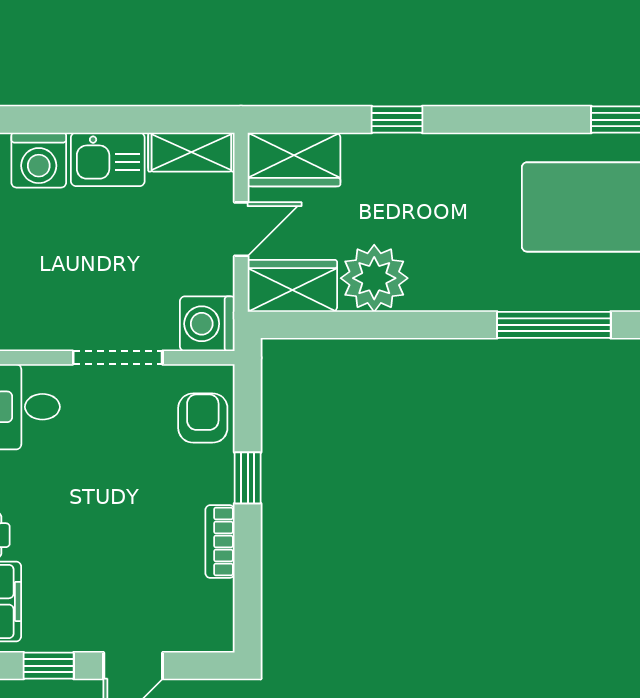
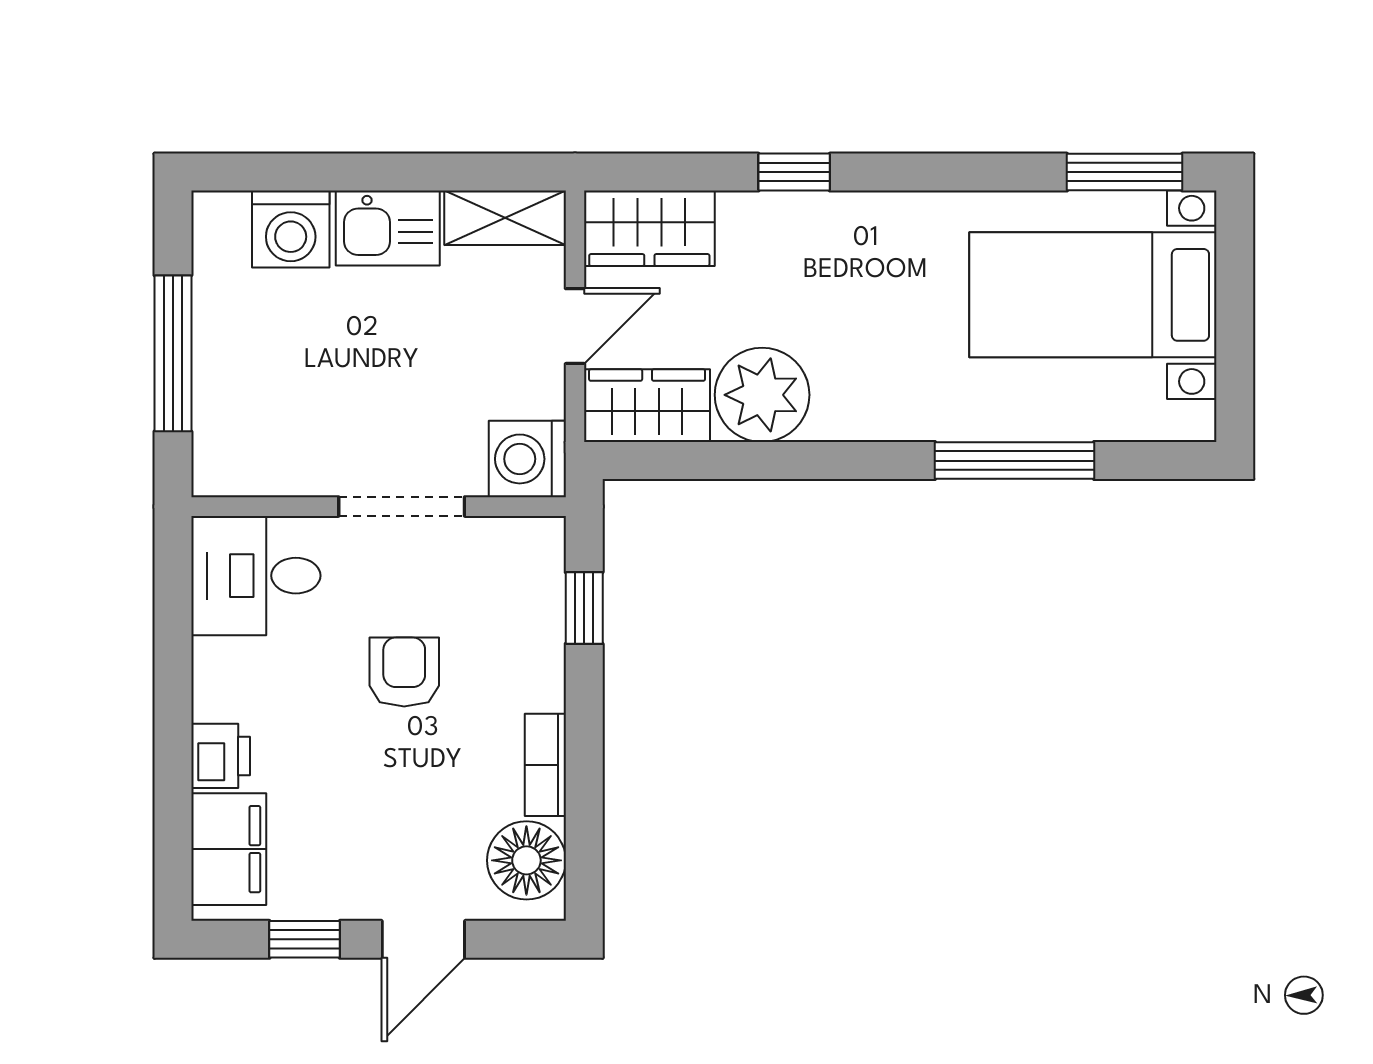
armchair: (203, 418) -> (404, 672), moved
window: (248, 478) -> (584, 608), moved
floor lamp: (207, 609) -> (526, 860), added

